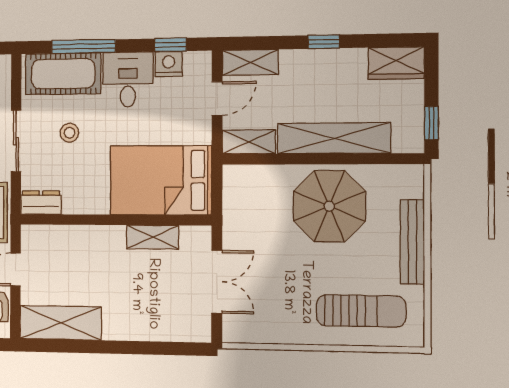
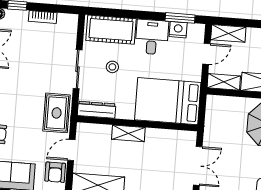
window: (170, 45) -> (180, 18), width x1.50
window: (84, 46) -> (125, 14), removed
dresser: (41, 203) -> (97, 110), width x1.44
shelving: (153, 237) -> (128, 133), moved

